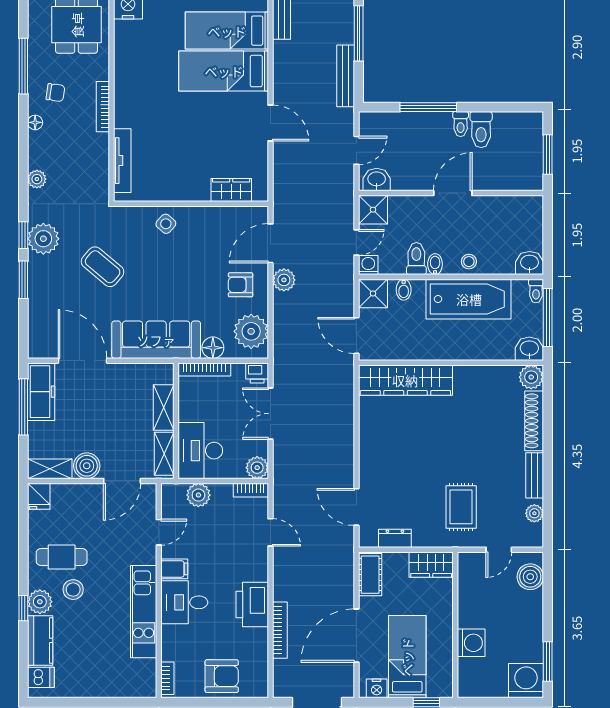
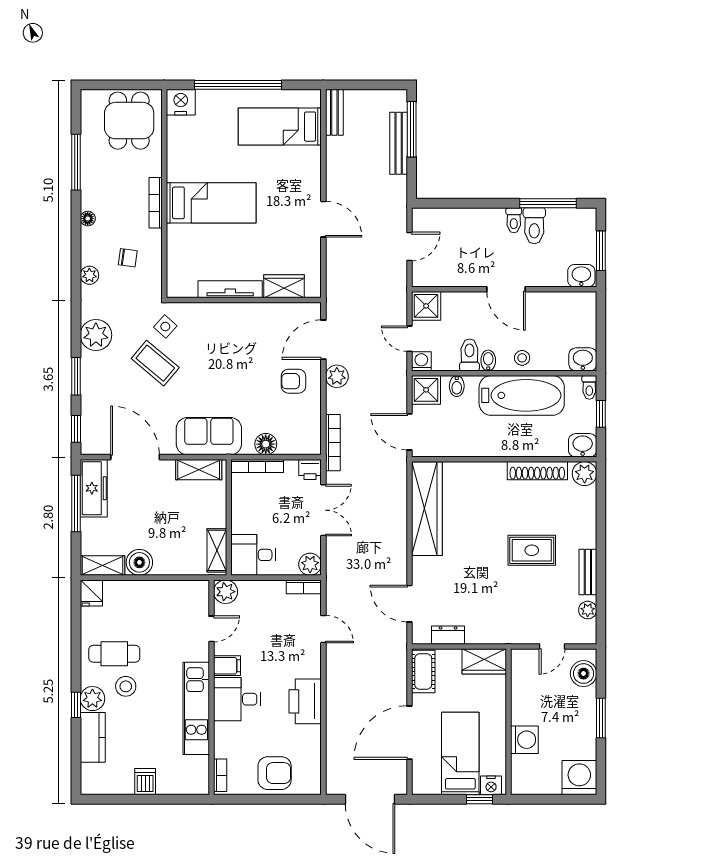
bed: (224, 71) -> (211, 203), moved, turned 180
bench: (346, 76) -> (399, 143), moved
chair: (55, 93) -> (128, 258), moved
window: (428, 107) -> (548, 203), moved
tv unit: (122, 161) -> (230, 289), moved, turned -90
washbasin: (377, 180) -> (581, 276), moved
door: (453, 193) -> (506, 289), swing flipped
side table: (166, 224) -> (165, 327), moved
window: (23, 235) -> (76, 429), moved
door: (356, 242) -> (409, 339), swing flipped
window: (548, 317) -> (601, 414), width x0.46
plant: (251, 331) -> (304, 428), removed
sofa: (156, 340) -> (209, 436), width x0.73
wardrobe: (405, 380) -> (427, 509), moved, turned -90
shelving: (164, 408) -> (199, 470), moved, turned 90
double door: (270, 414) -> (323, 510), swing flipped
shoe rack: (534, 421) -> (537, 471), moved, turned -90
desk: (200, 451) -> (253, 555), width x0.73
door: (122, 481) -> (175, 578), removed
plant: (198, 495) -> (226, 592), moved
rug: (461, 507) -> (532, 550), moved, turned 90
bookcase: (280, 630) -> (333, 443), moved
window: (548, 661) -> (601, 718), moved
dishwasher: (41, 677) -> (145, 782), moved, turned -90
nightstand: (377, 688) -> (491, 785), moved

